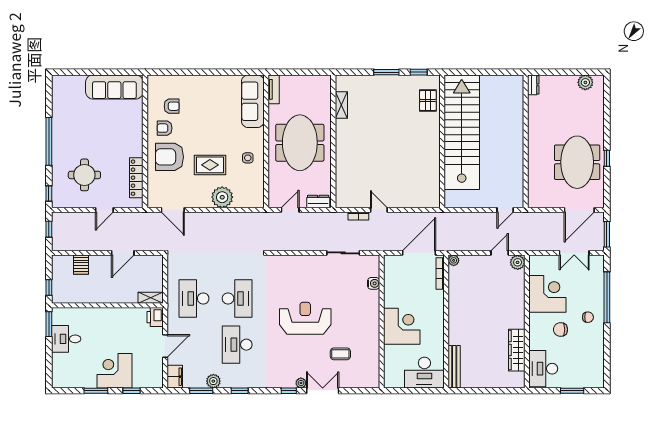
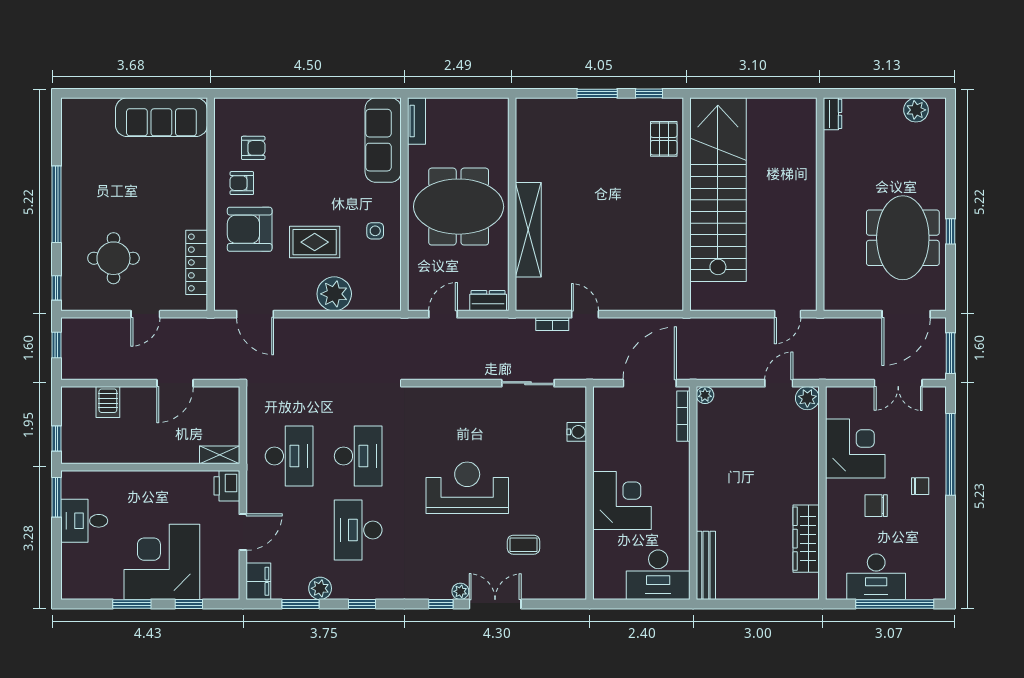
shelving: (341, 105) -> (528, 230), moved, width x2.20, depth x1.33
meeting table: (300, 143) -> (459, 207), turned 90
desk: (194, 298) -> (289, 456), turned 180
desk: (543, 369) -> (876, 577), moved, turned -90
corner desk: (115, 371) -> (162, 562), width x1.36, depth x1.36
window: (572, 391) -> (895, 604), width x2.11

